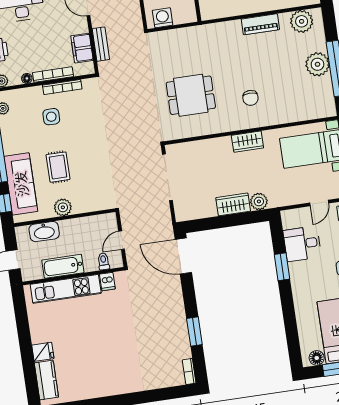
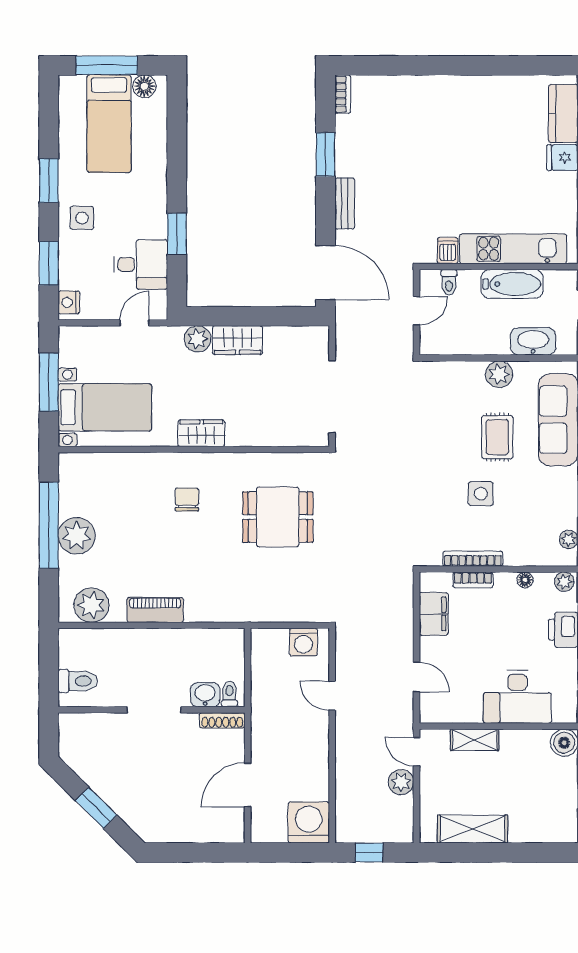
bench: (101, 44) -> (345, 204), moved
bookcase: (53, 75) -> (473, 580), width x0.64
side table: (51, 117) -> (481, 494), moved
door: (319, 203) -> (134, 323), moved

